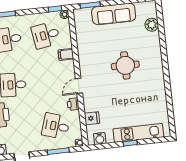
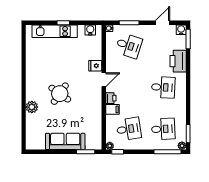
plant: (152, 25) -> (32, 107), moved
round table: (125, 65) -> (60, 94), turned 35
printer: (73, 104) -> (111, 98), moved
fridge: (92, 118) -> (95, 66), moved

